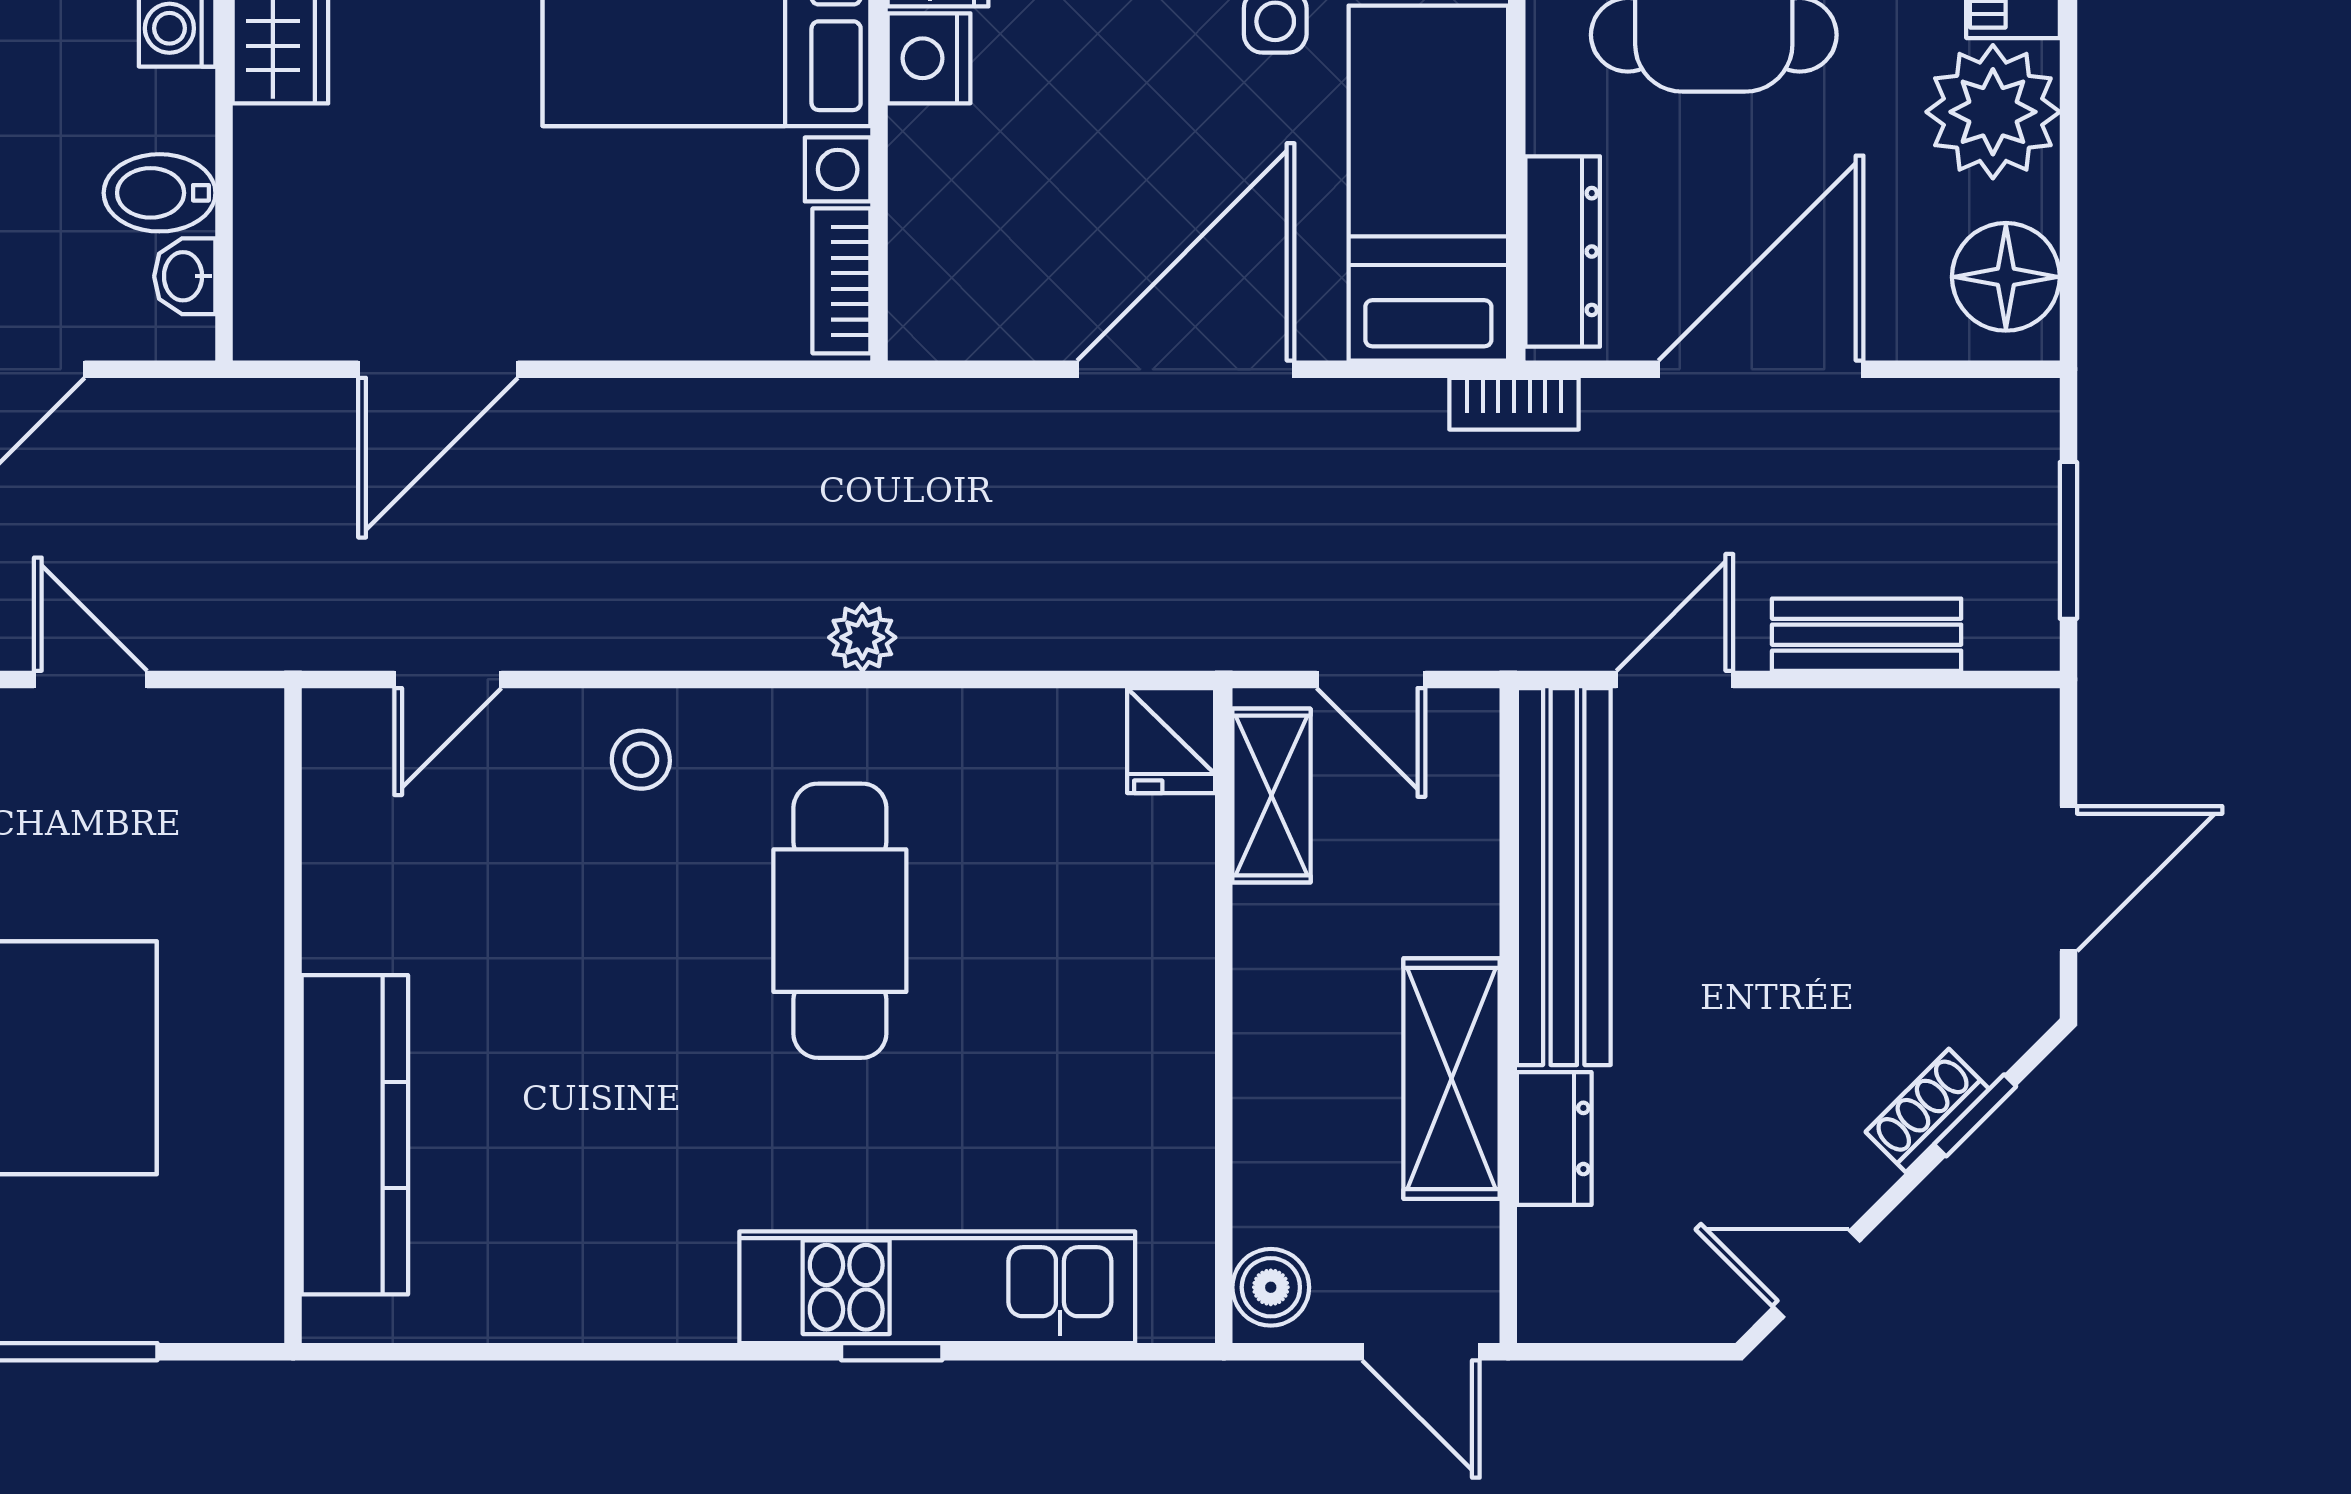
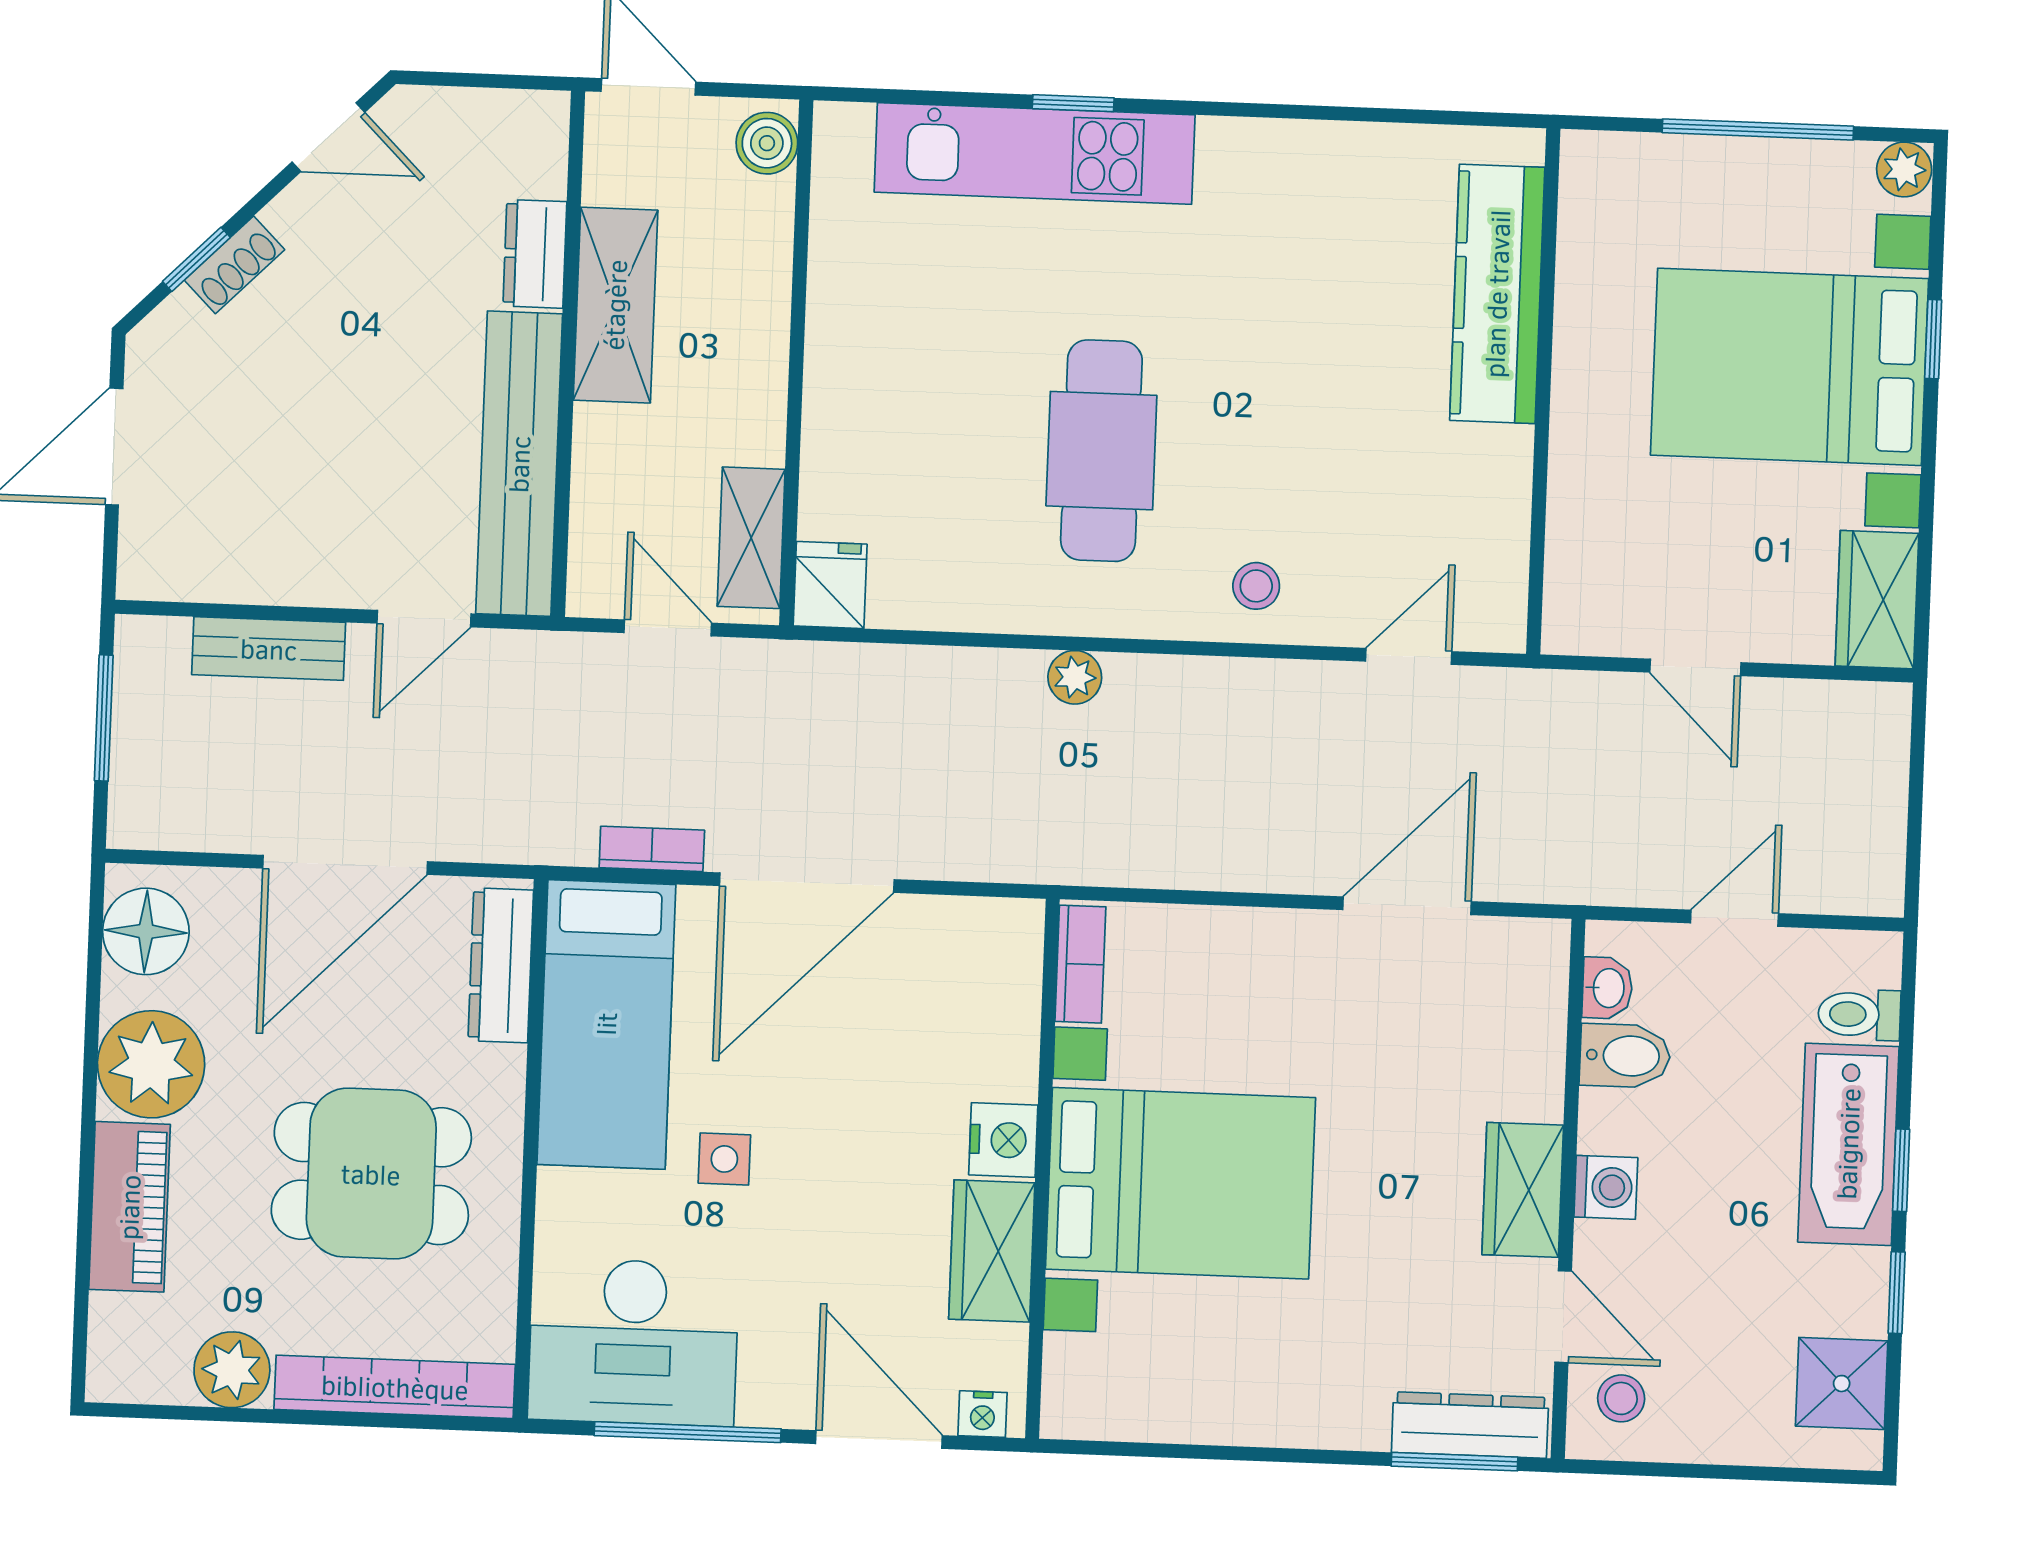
bookcase: (1514, 404) -> (652, 849), moved

